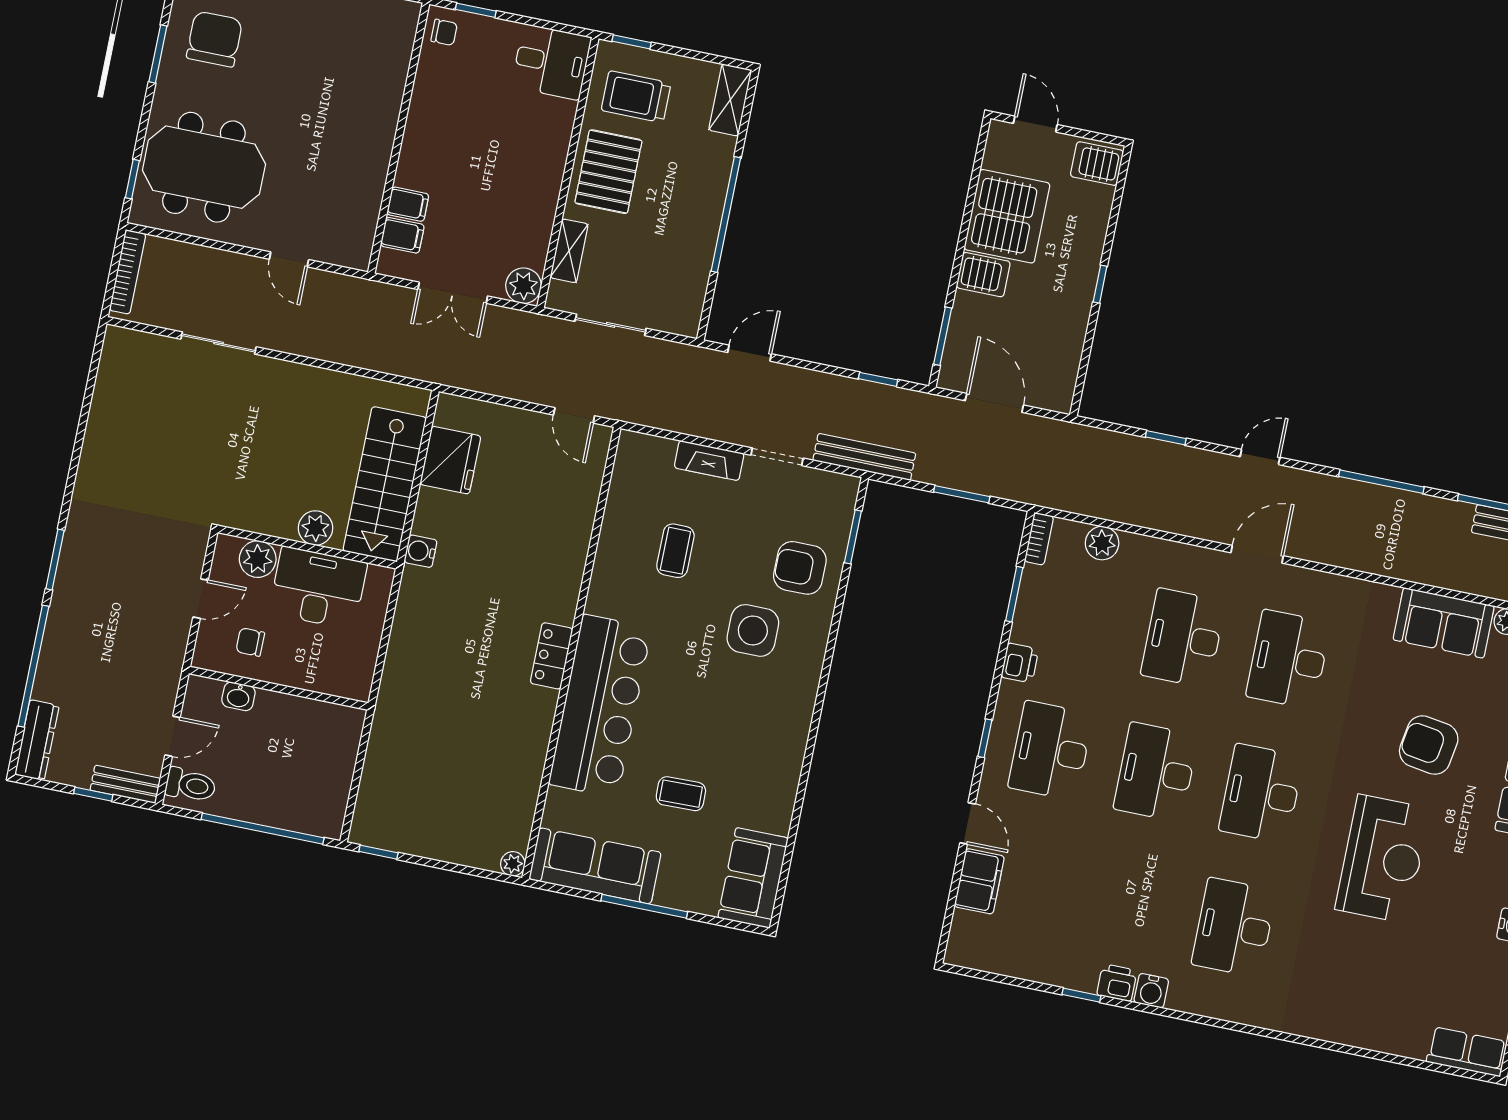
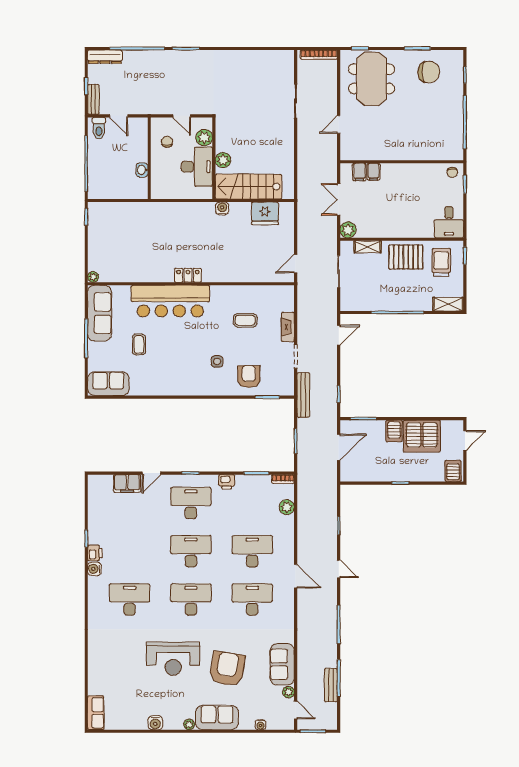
door: (749, 353) -> (339, 335), hinge flipped
side table: (753, 630) -> (217, 361), width x0.54, depth x0.54
washbasin: (238, 696) -> (142, 170), moved
armchair: (1429, 745) -> (227, 669), width x1.36, depth x1.36

